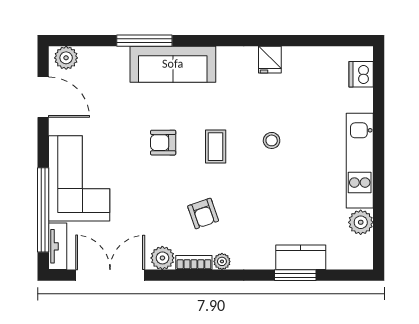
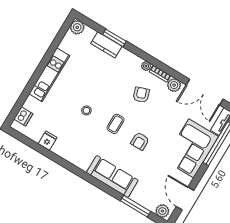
window: (144, 41) -> (135, 206), moved
fridge: (270, 60) -> (48, 141), moved
armchair: (163, 143) -> (140, 141), turned 90
plant: (361, 222) -> (77, 27), moved

